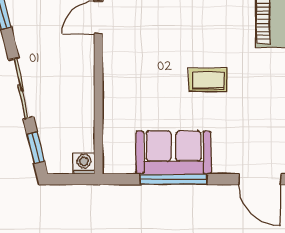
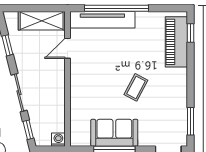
coffee table: (208, 80) -> (136, 87), turned -62

